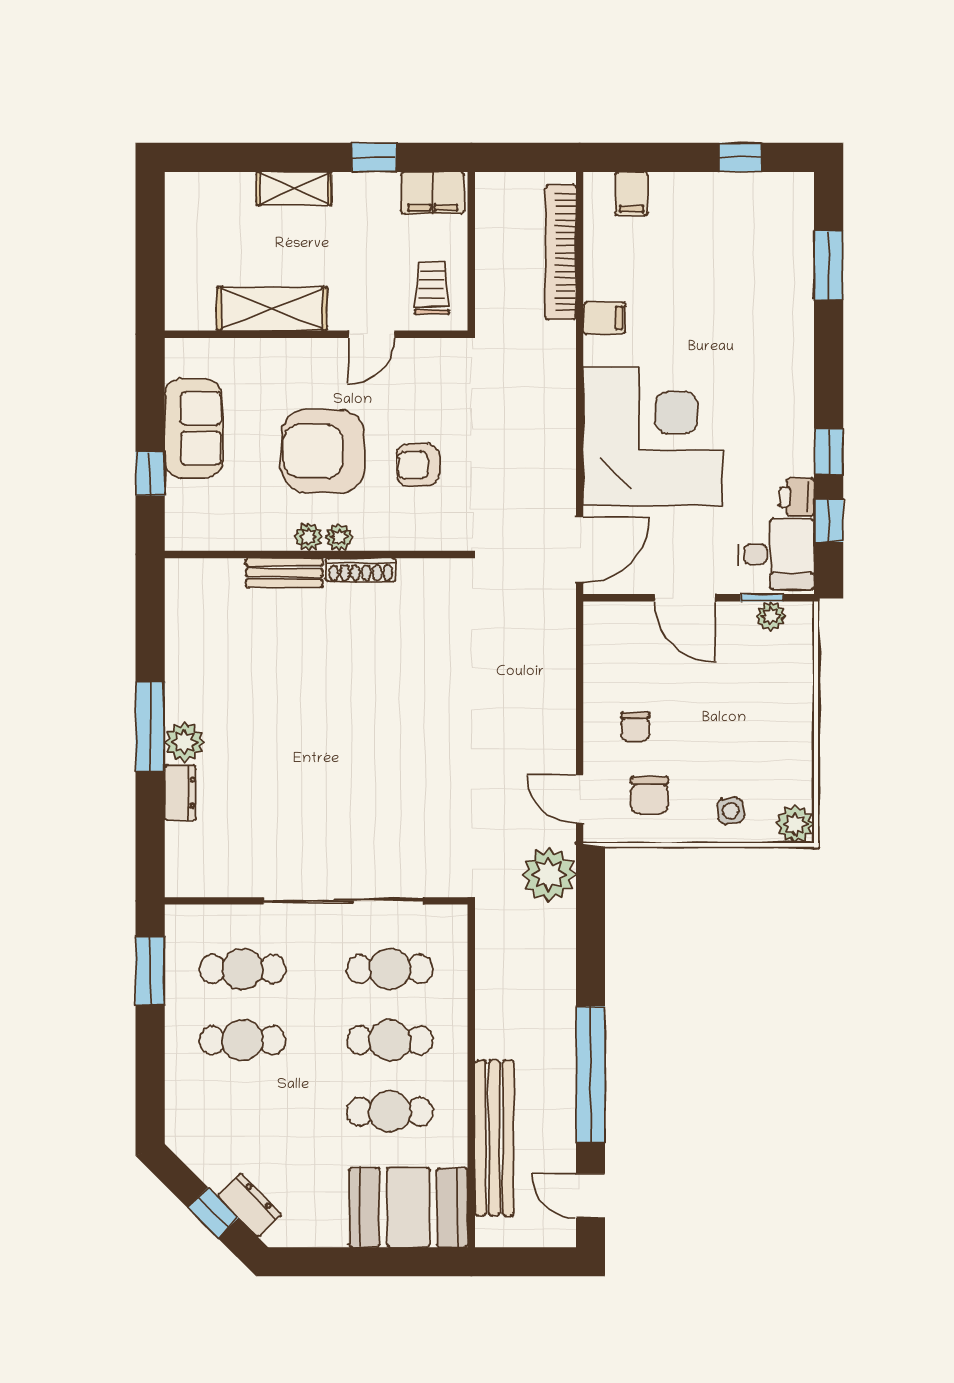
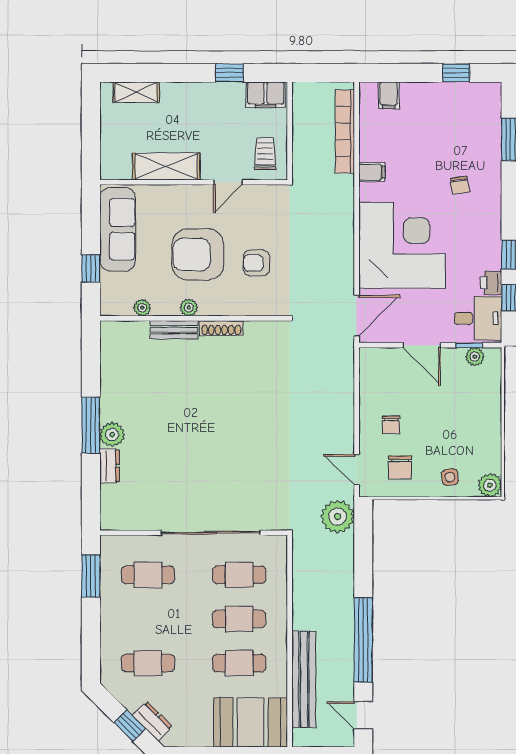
shelving: (294, 189) -> (136, 92), moved
chair: (747, 339) -> (460, 185), added
sofa: (193, 428) -> (118, 229), width x1.36
plant: (339, 537) -> (142, 308), moved
cafe table: (242, 1040) -> (148, 663), moved

